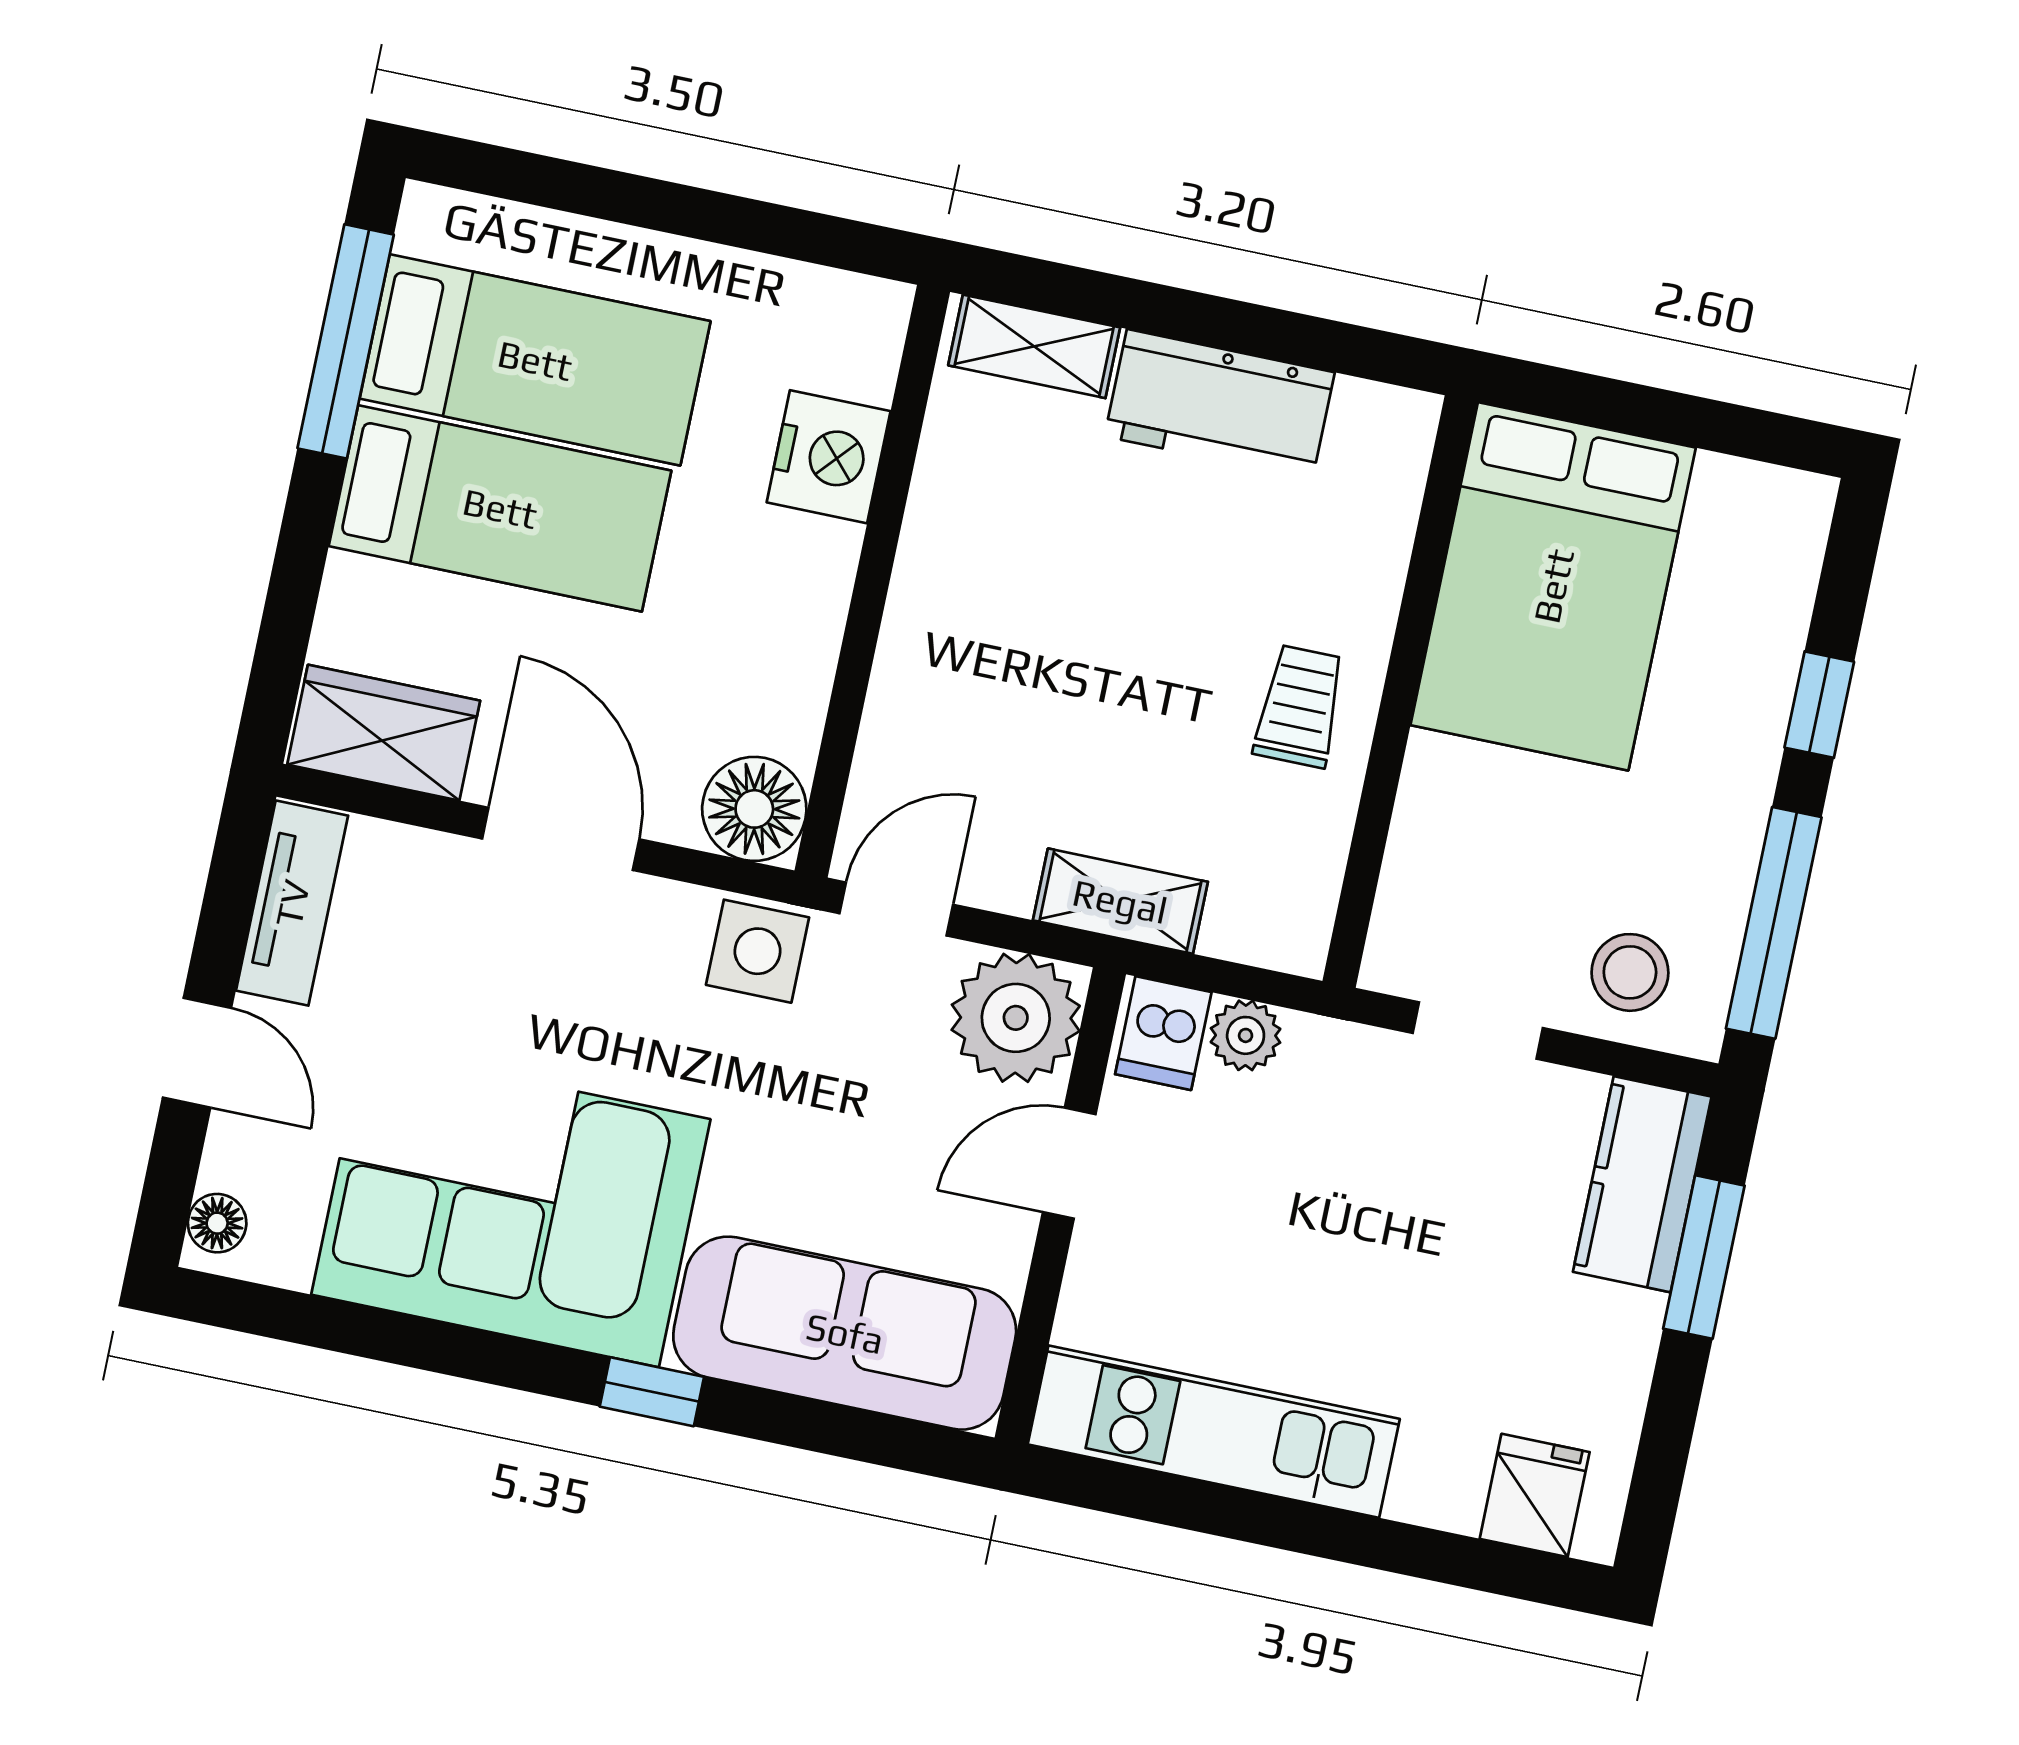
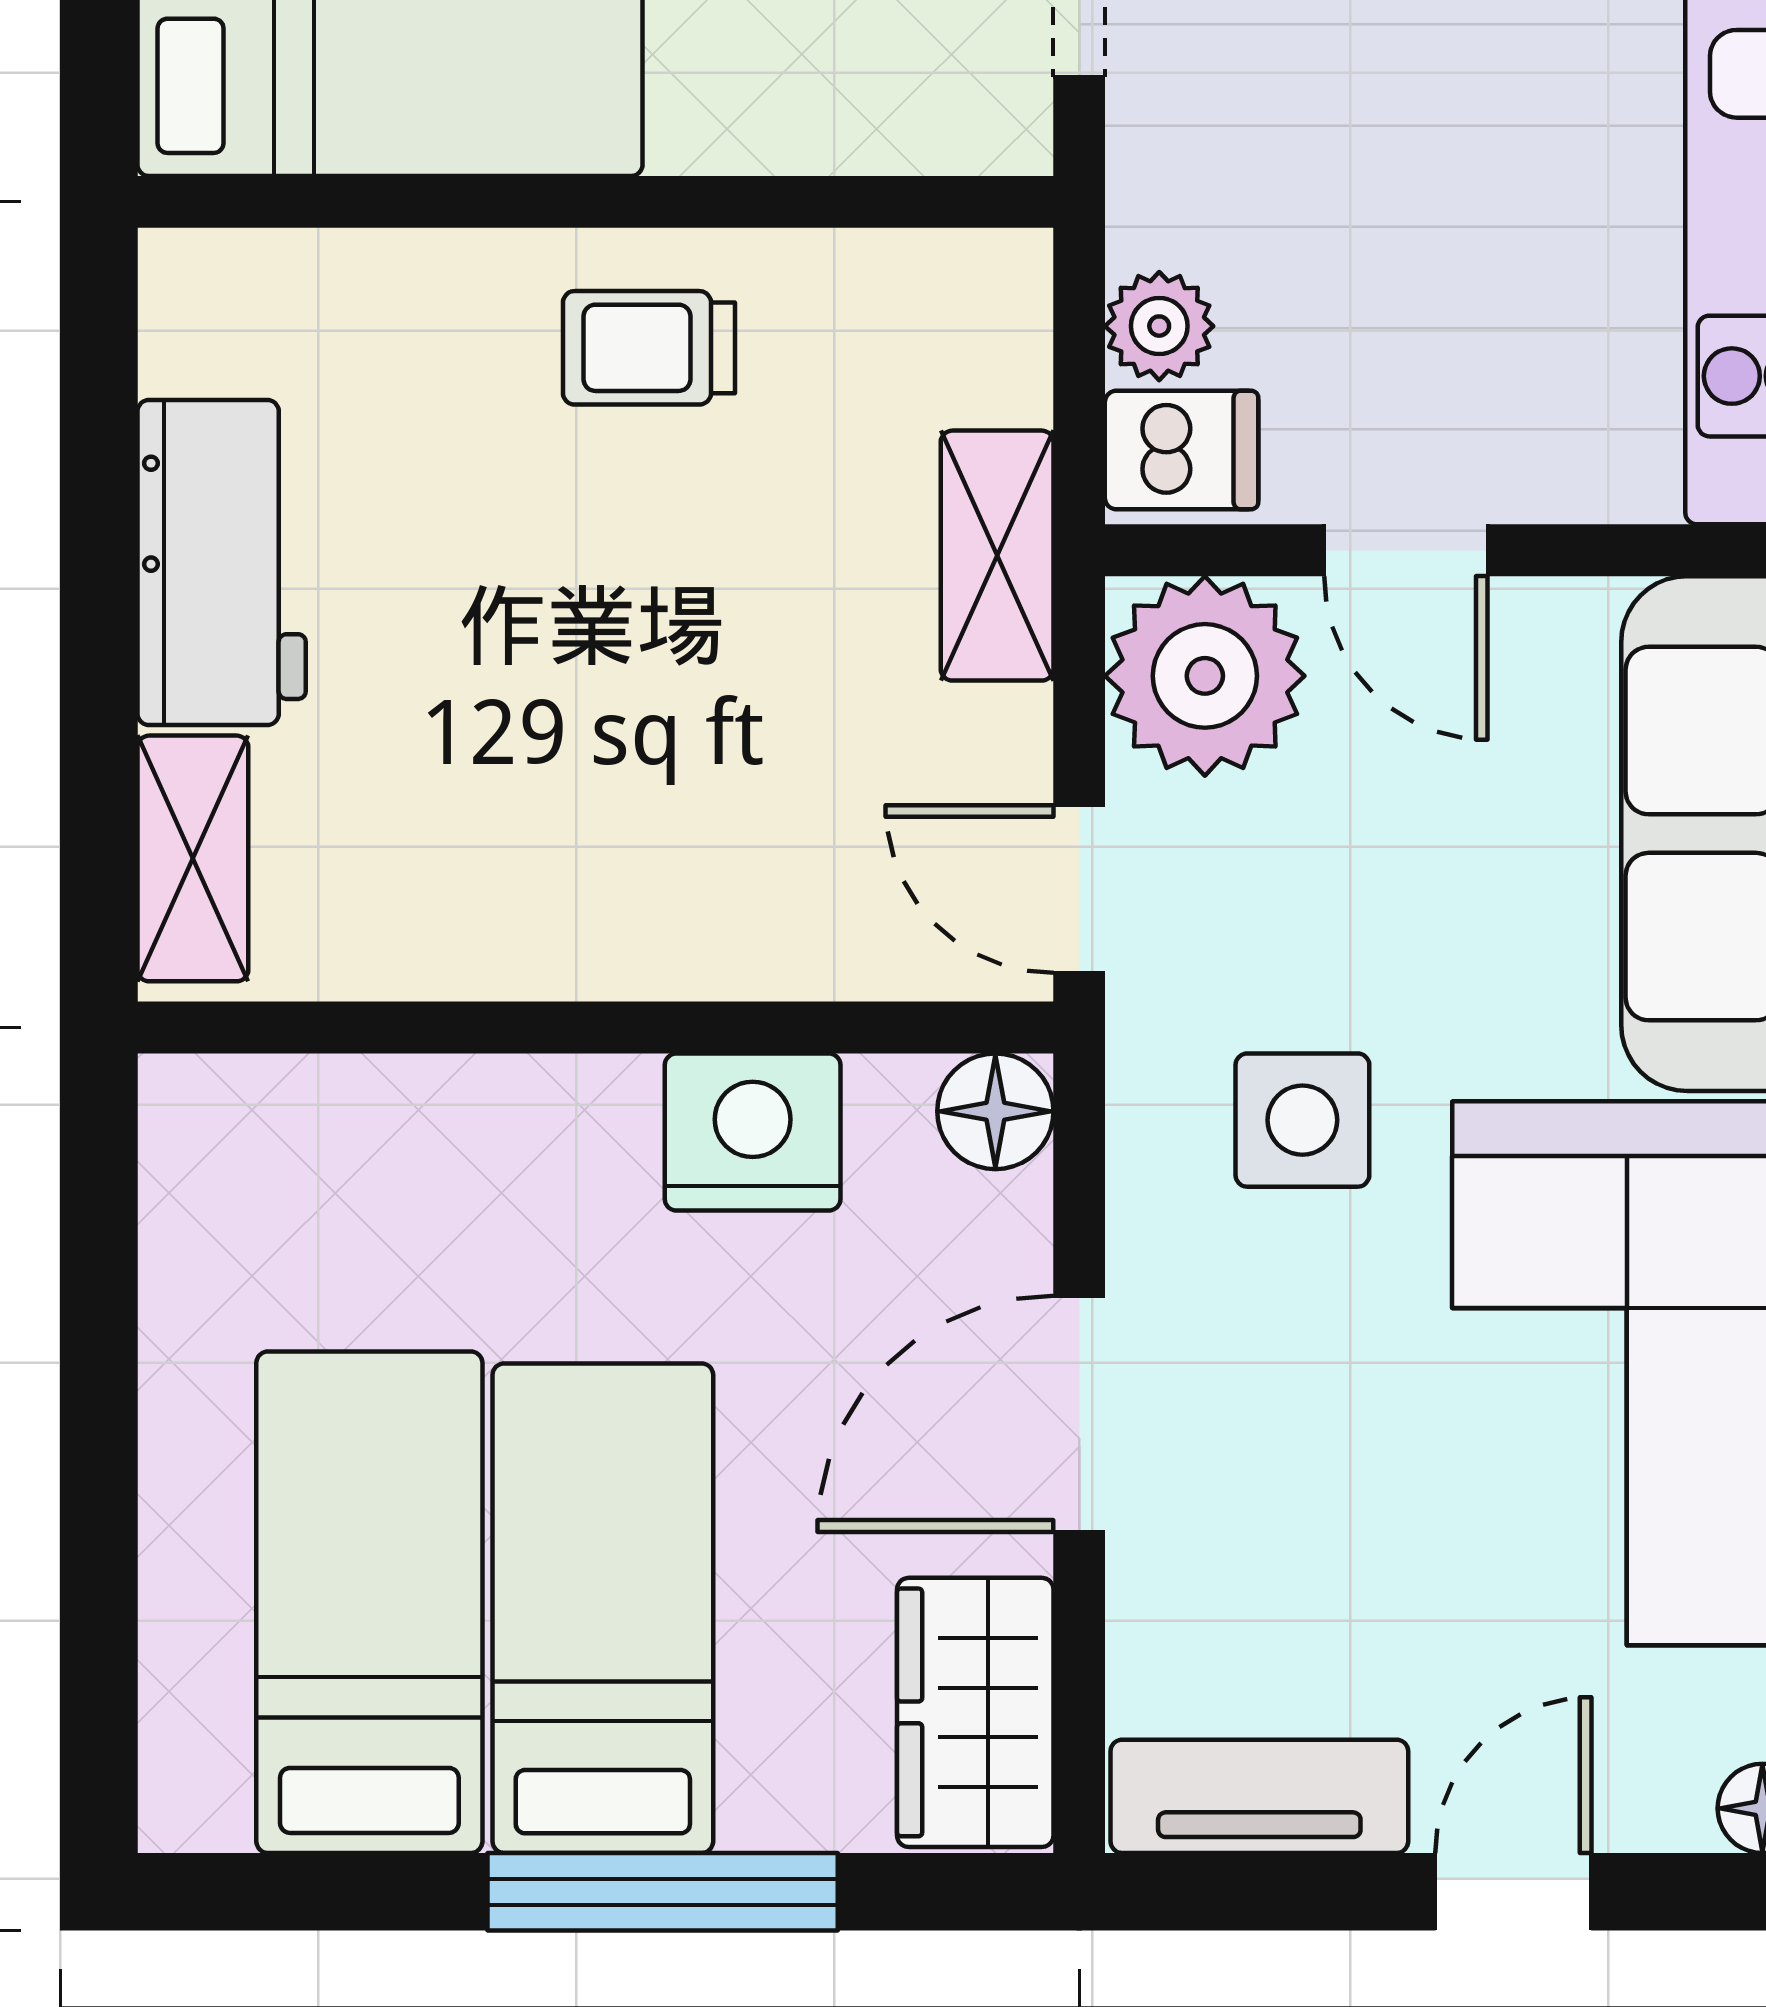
window: (346, 341) -> (663, 1892), moved
nightstand: (829, 457) -> (753, 1132), moved
floor lamp: (754, 809) -> (995, 1111), width x0.73, depth x0.73
side table: (758, 951) -> (1302, 1120), moved

